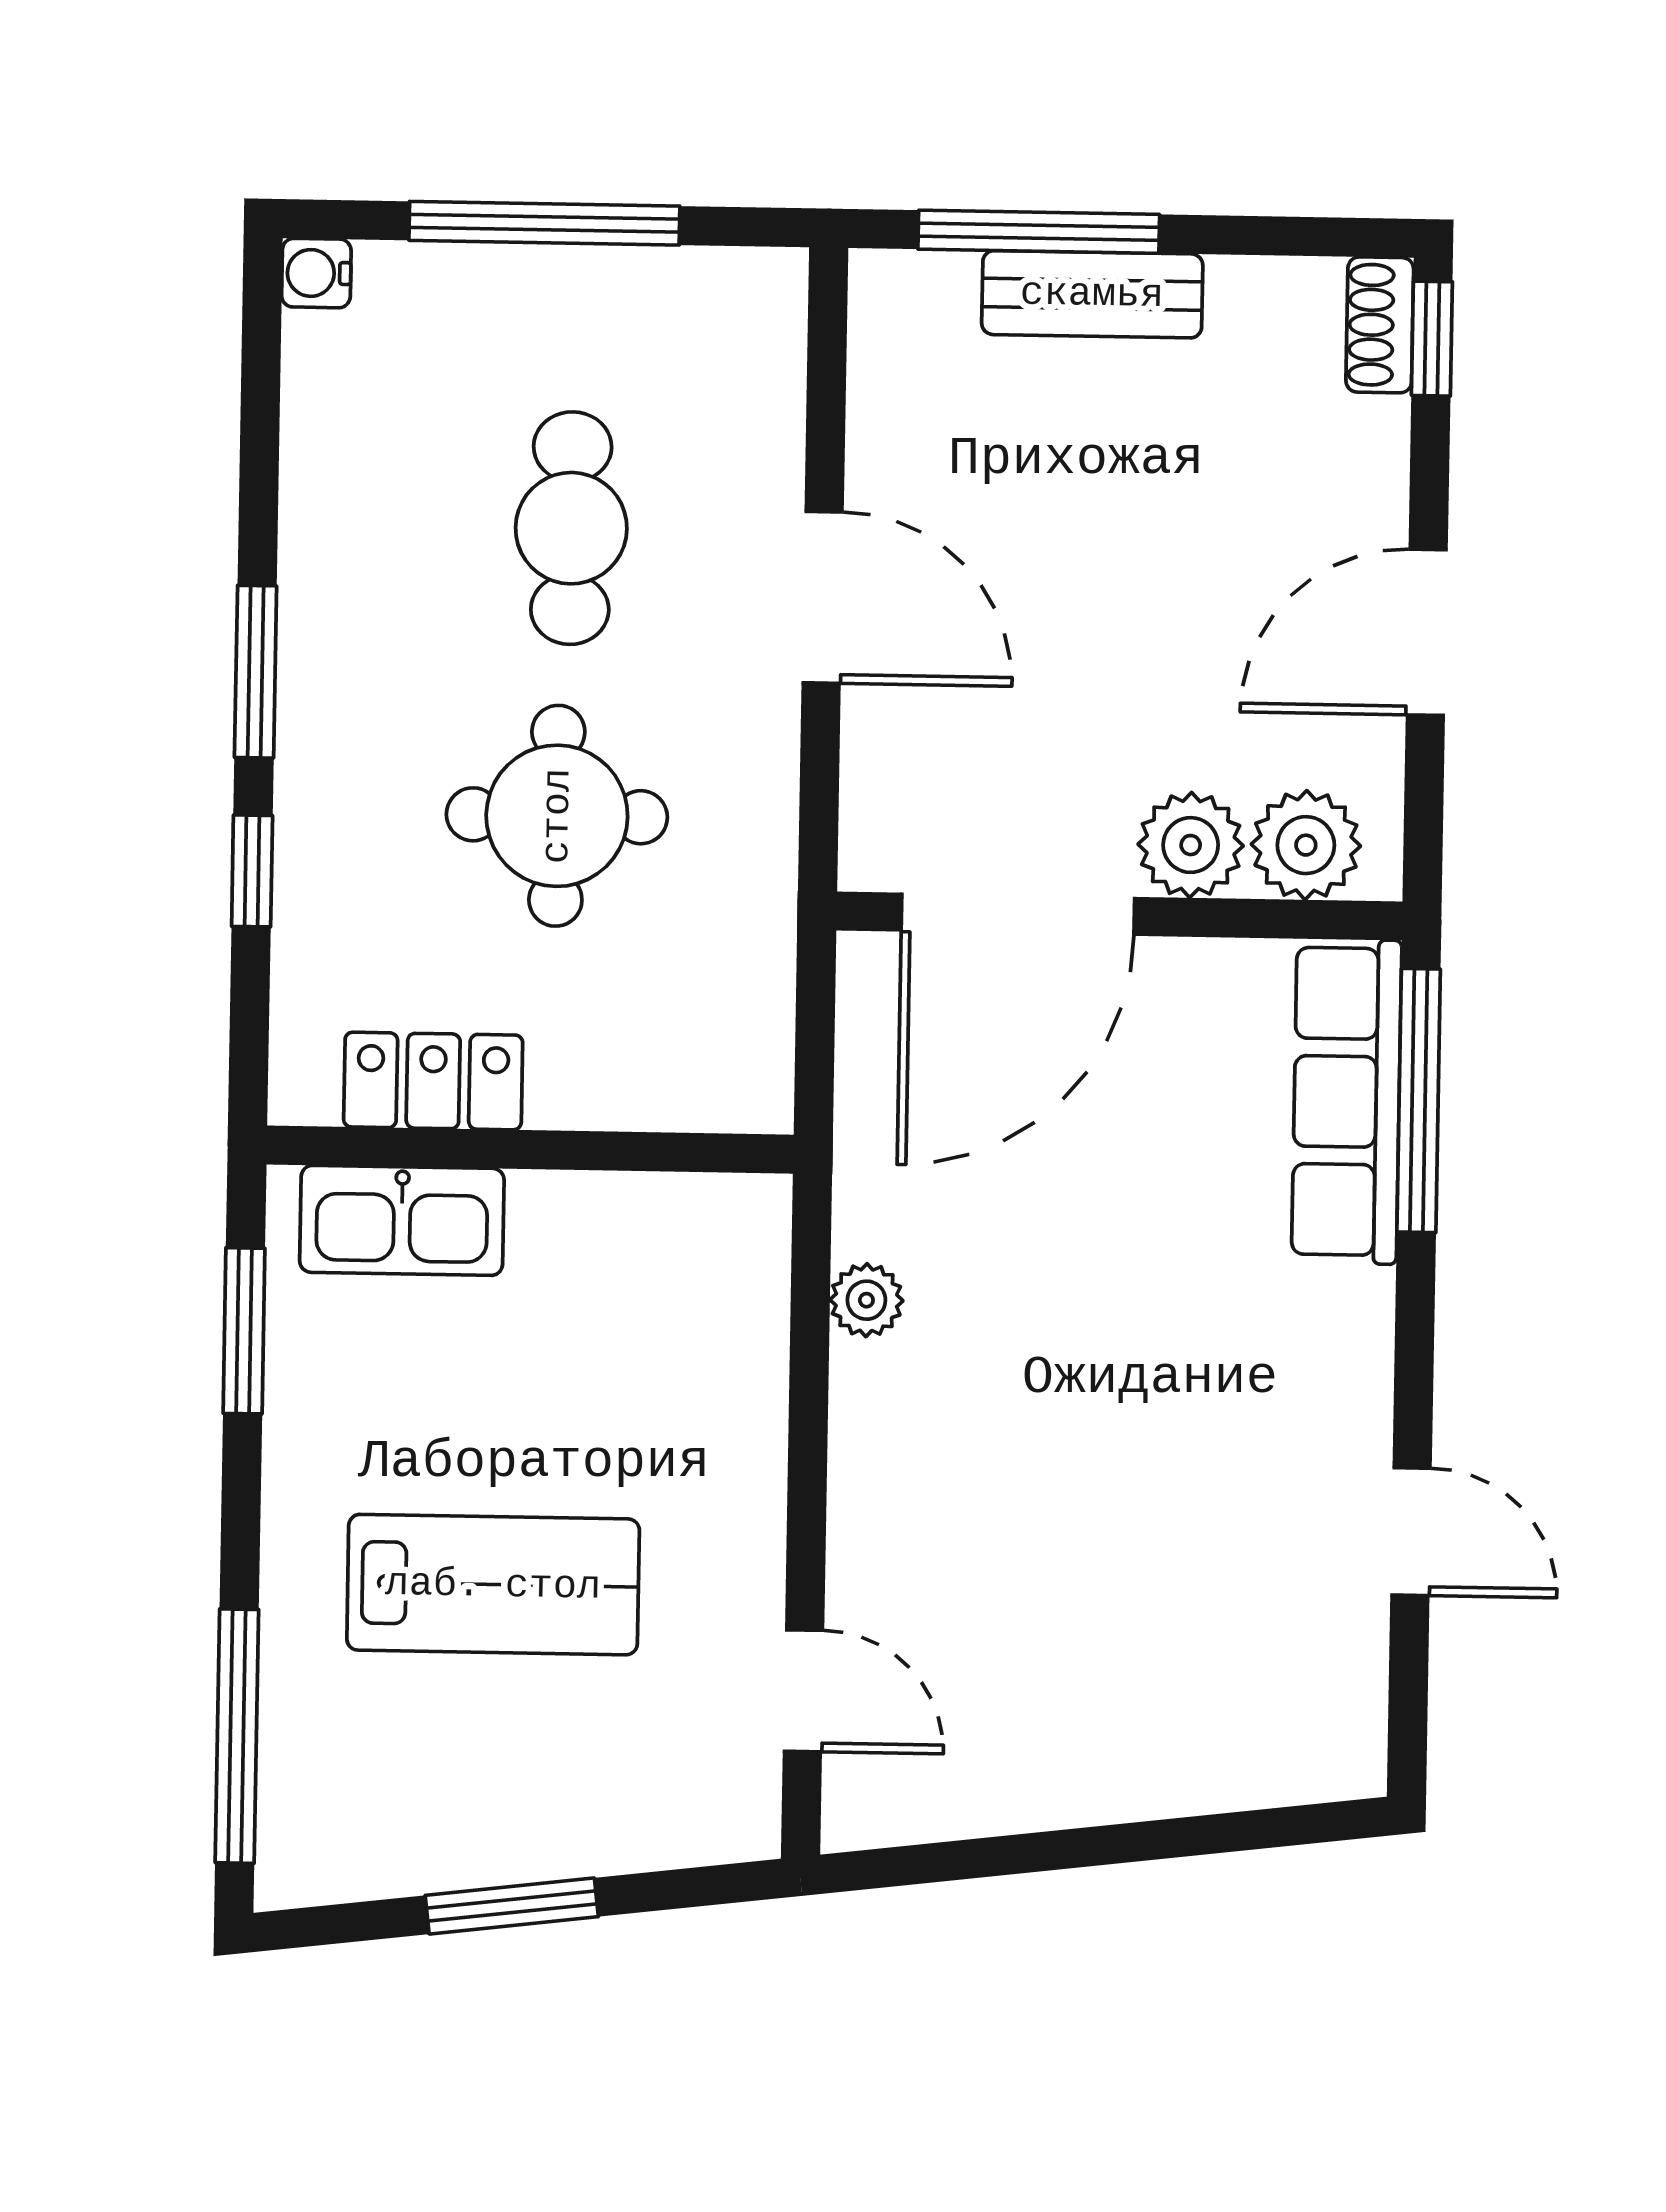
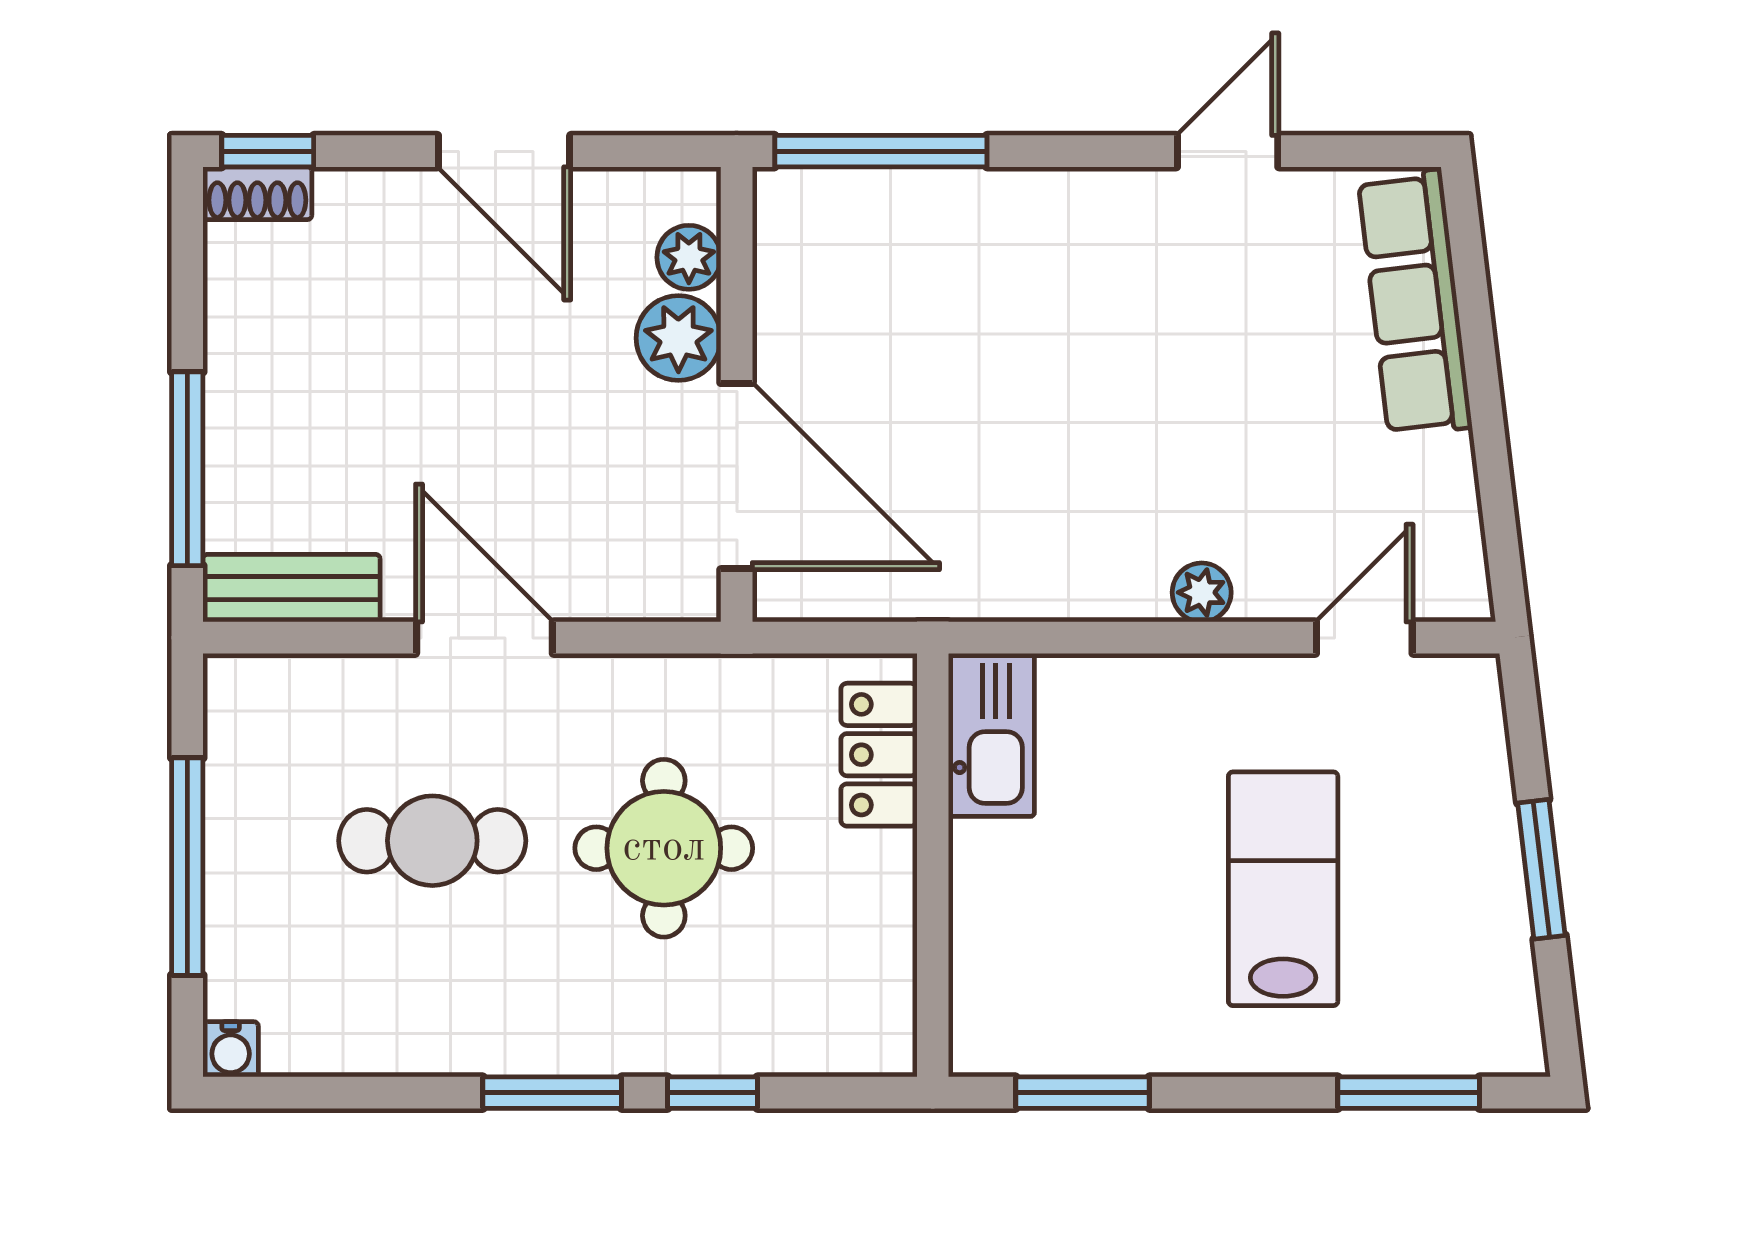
bench: (1092, 294) -> (292, 588), moved, turned 90
door: (823, 597) -> (484, 638), hinge flipped
plant: (1306, 845) -> (689, 257), width x0.73, depth x0.73
locker: (433, 1081) -> (879, 755), moved
row of seats: (1347, 1102) -> (1415, 303), moved, turned 83
kitchen sink: (402, 1220) -> (991, 735), moved
plant: (866, 1300) -> (1202, 592), moved
window: (237, 1736) -> (1409, 1093), width x0.69

